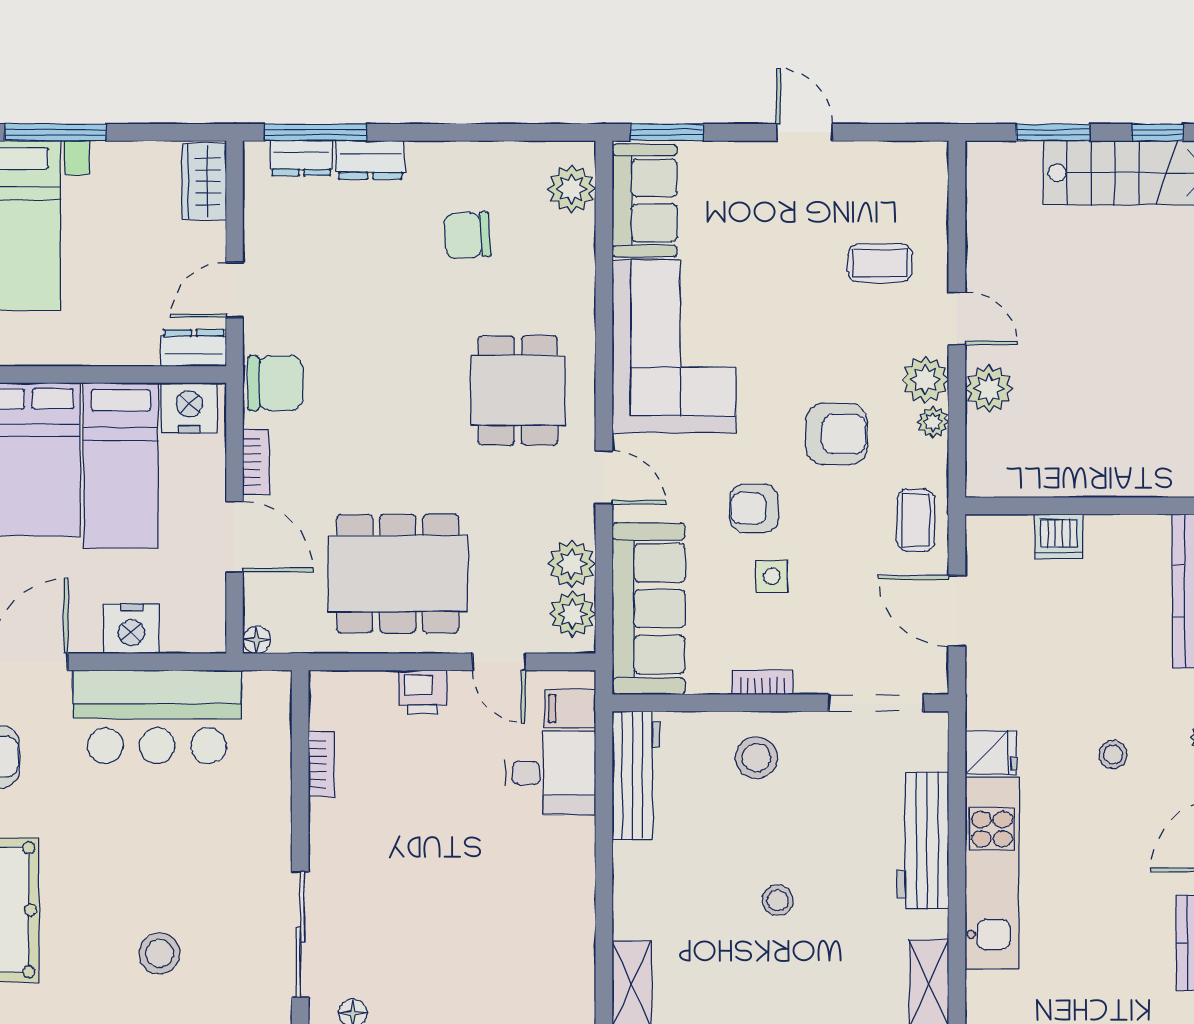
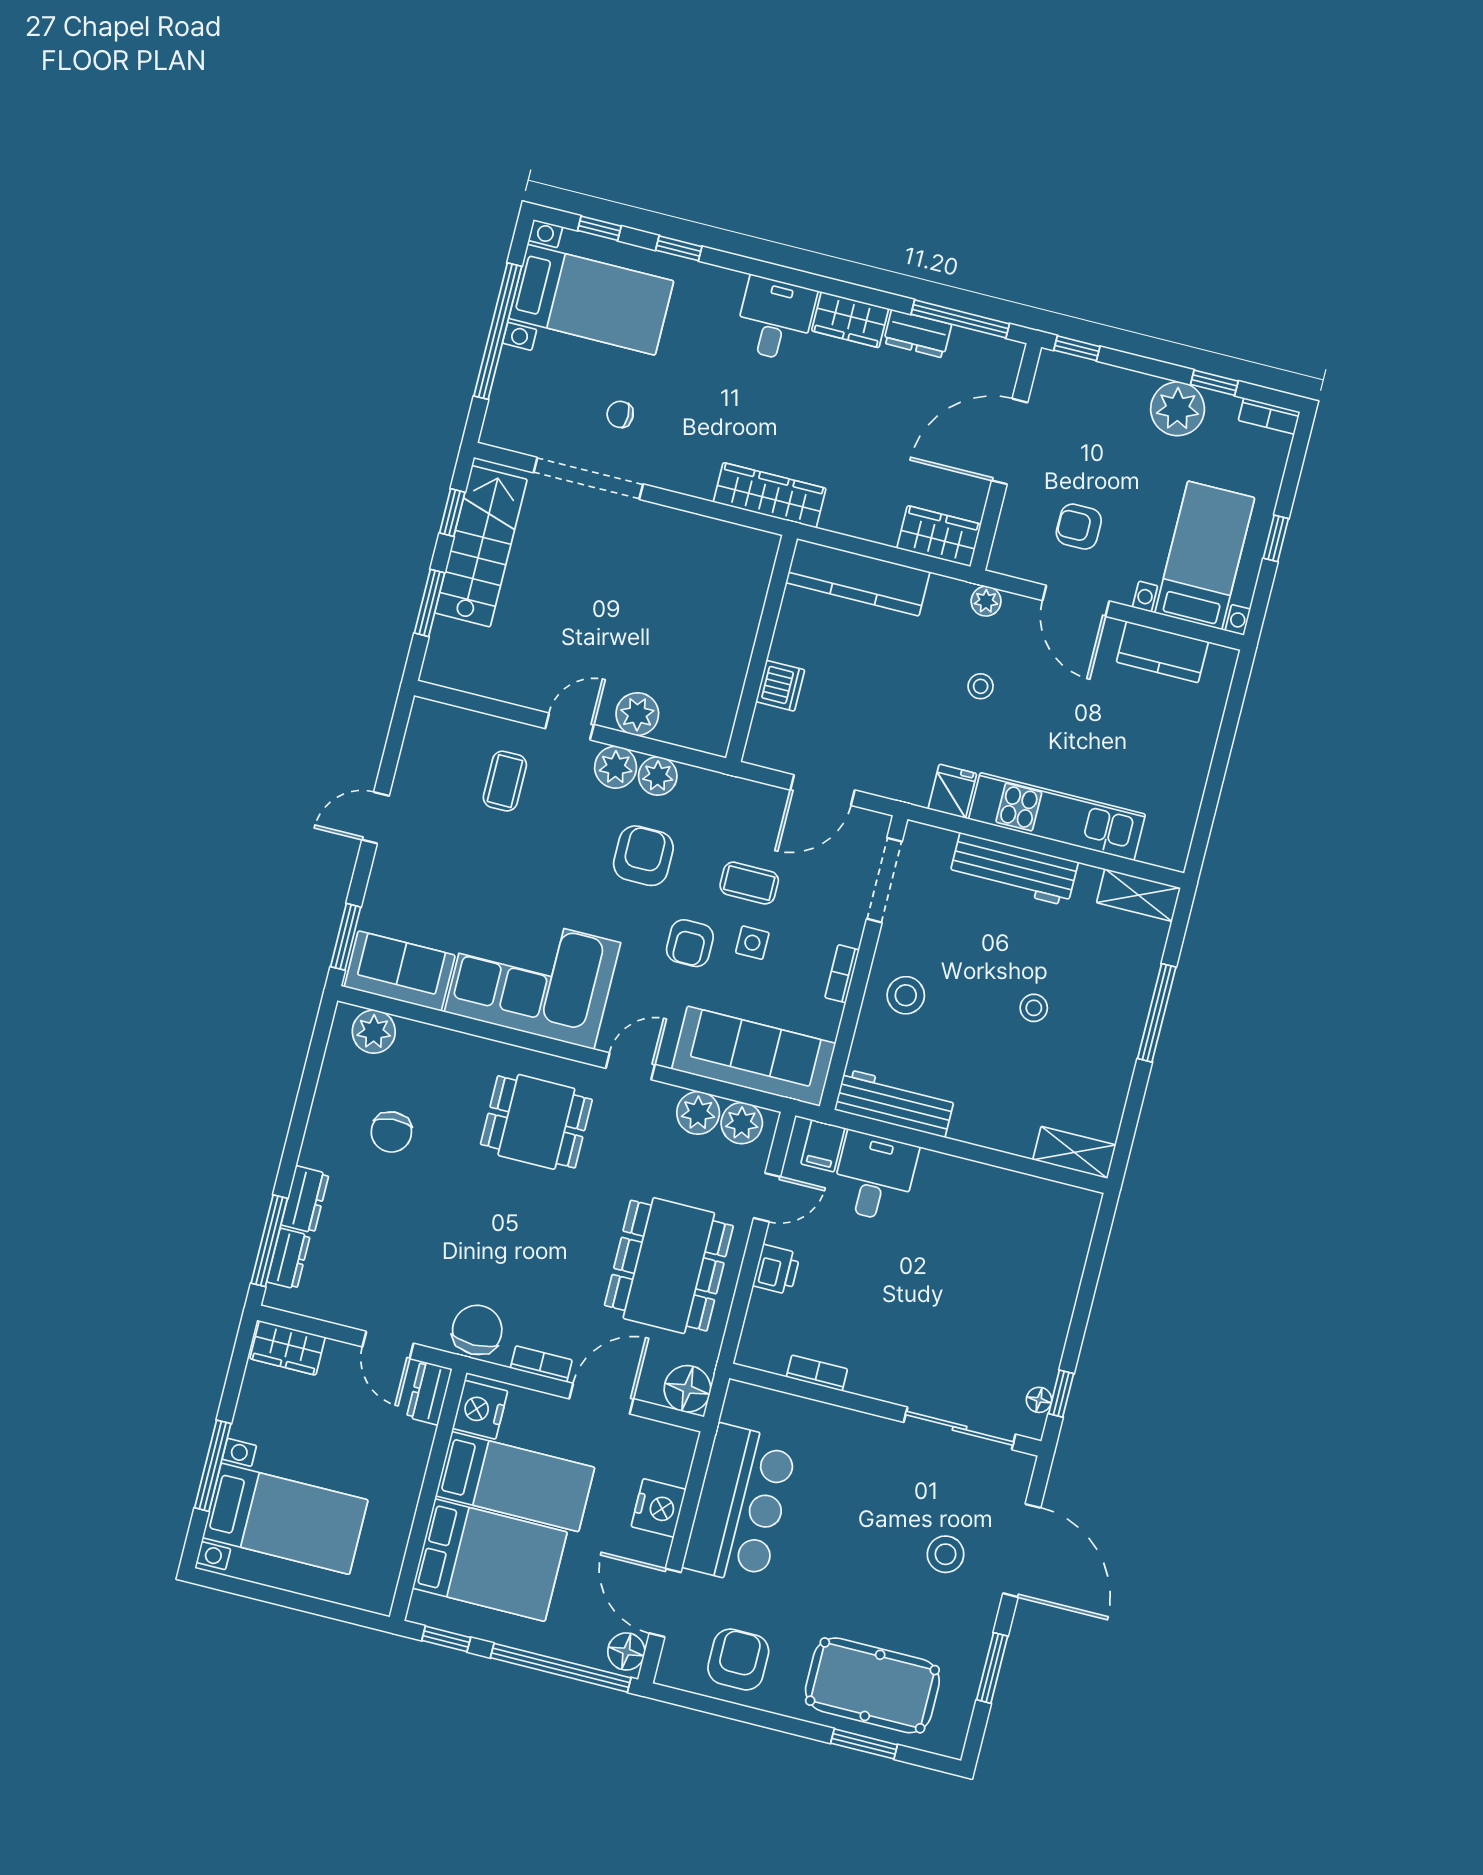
plant: (933, 422) -> (658, 776), width x1.38, depth x1.38
coffee table: (916, 520) -> (749, 883), moved
floor lamp: (257, 640) -> (687, 1389), width x1.89, depth x1.89

